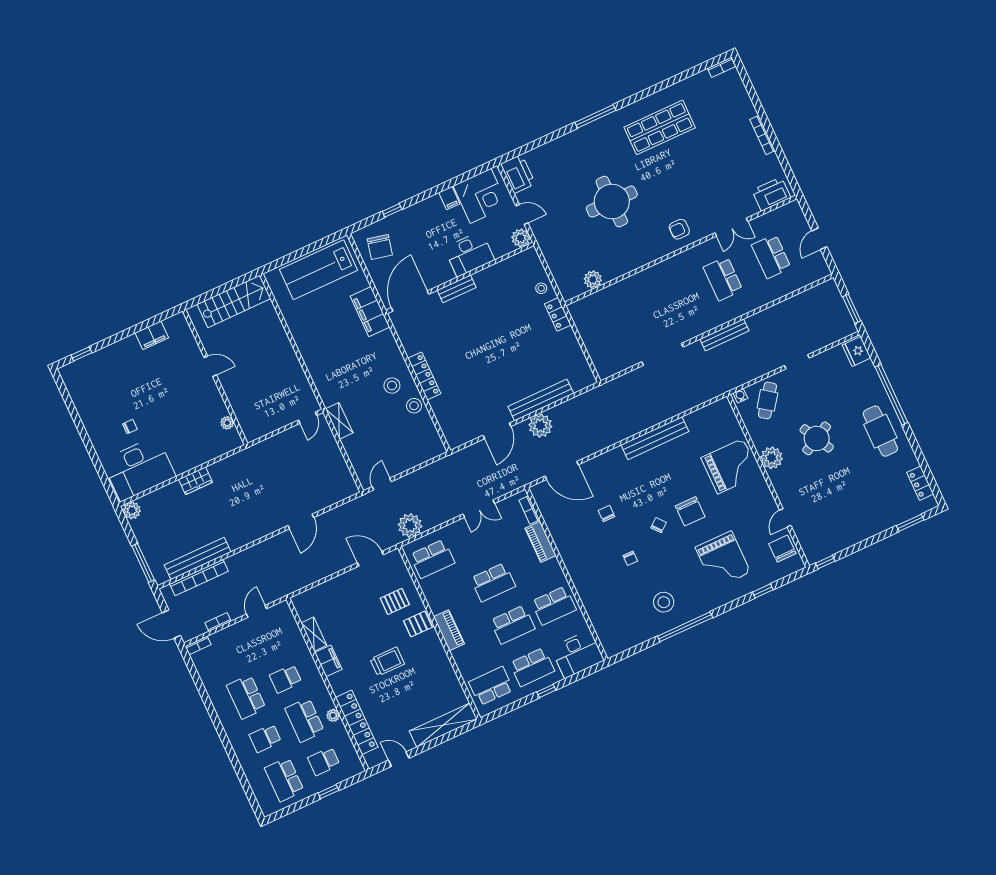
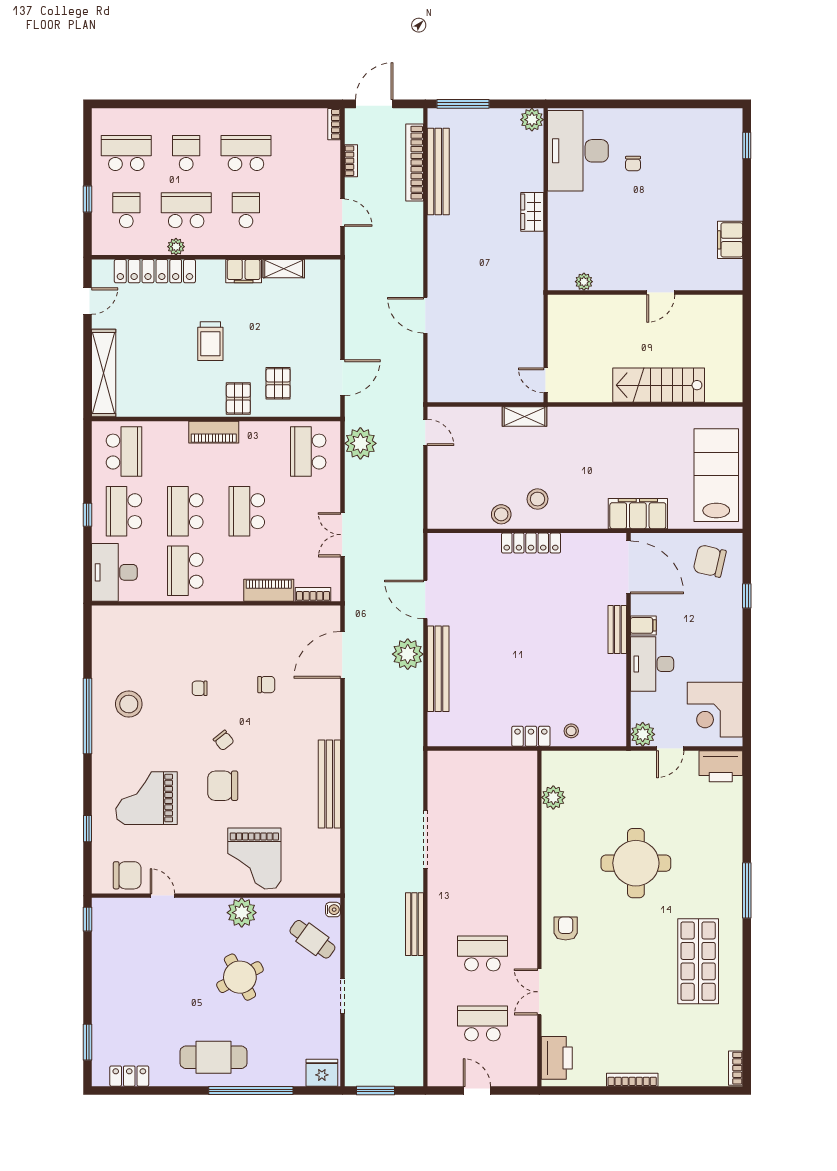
filing cabinet: (449, 198) -> (643, 625), moved, turned 180
stairs: (234, 301) -> (659, 385), moved, turned 90

